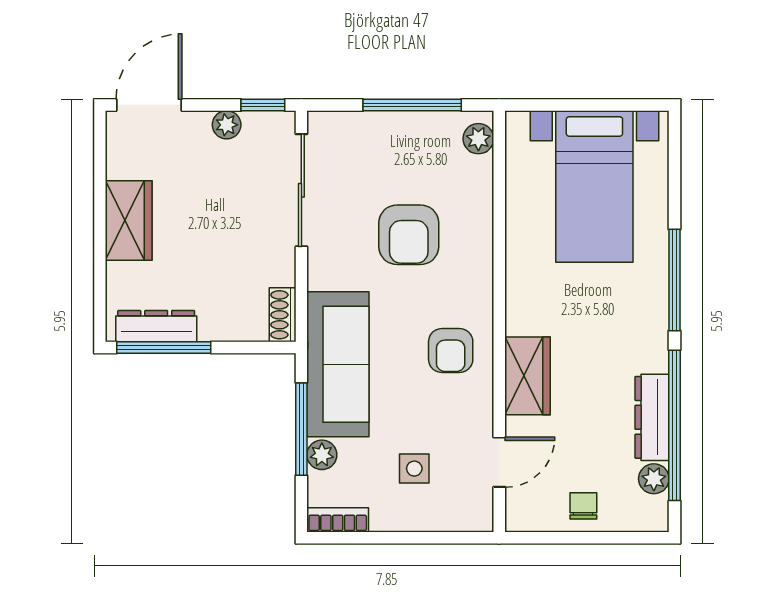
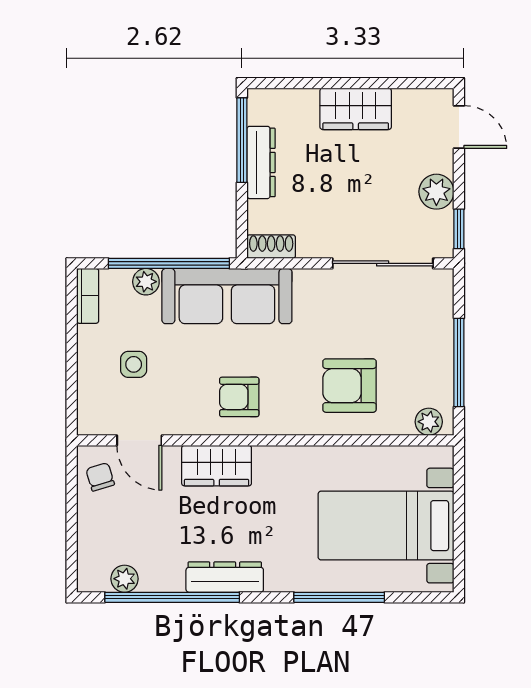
door: (149, 105) -> (459, 127), width x0.73
plant: (227, 125) -> (436, 192), width x1.38, depth x1.38
armchair: (409, 235) -> (350, 386), moved
window: (675, 280) -> (339, 597), moved
dresser: (156, 326) -> (261, 162), moved
dresser: (652, 417) -> (225, 577), moved
window: (301, 429) -> (169, 263), width x1.46
chair: (583, 506) -> (100, 477), moved, turned -107

